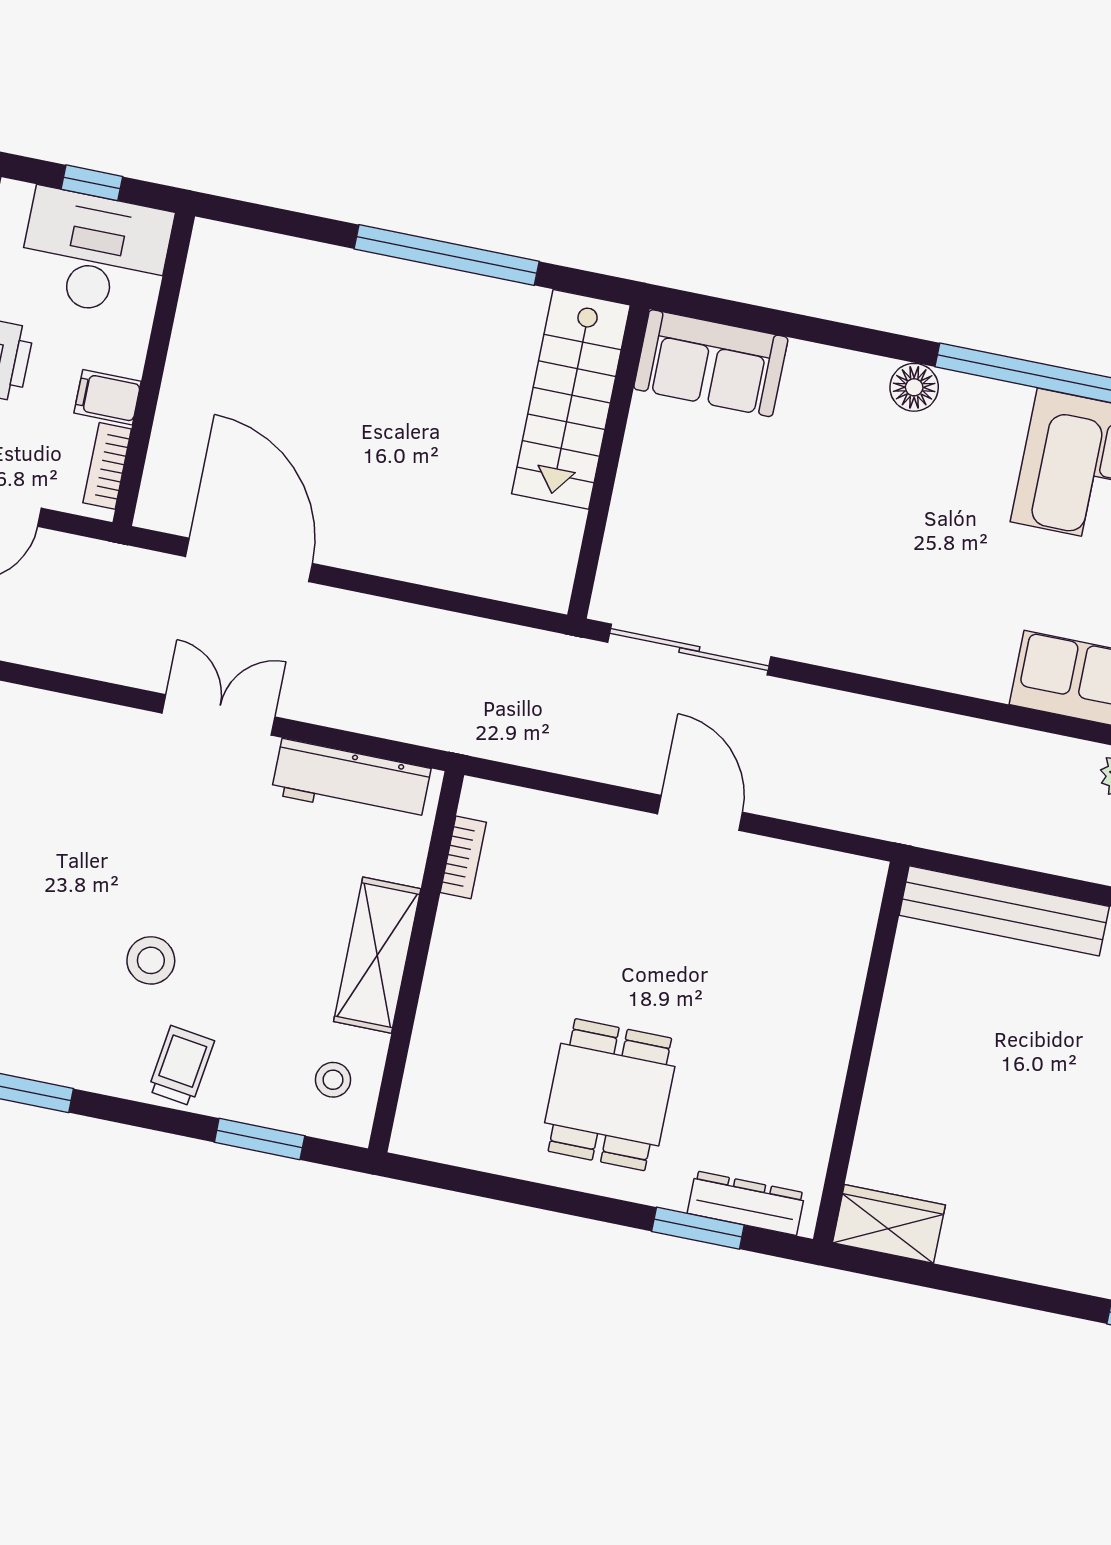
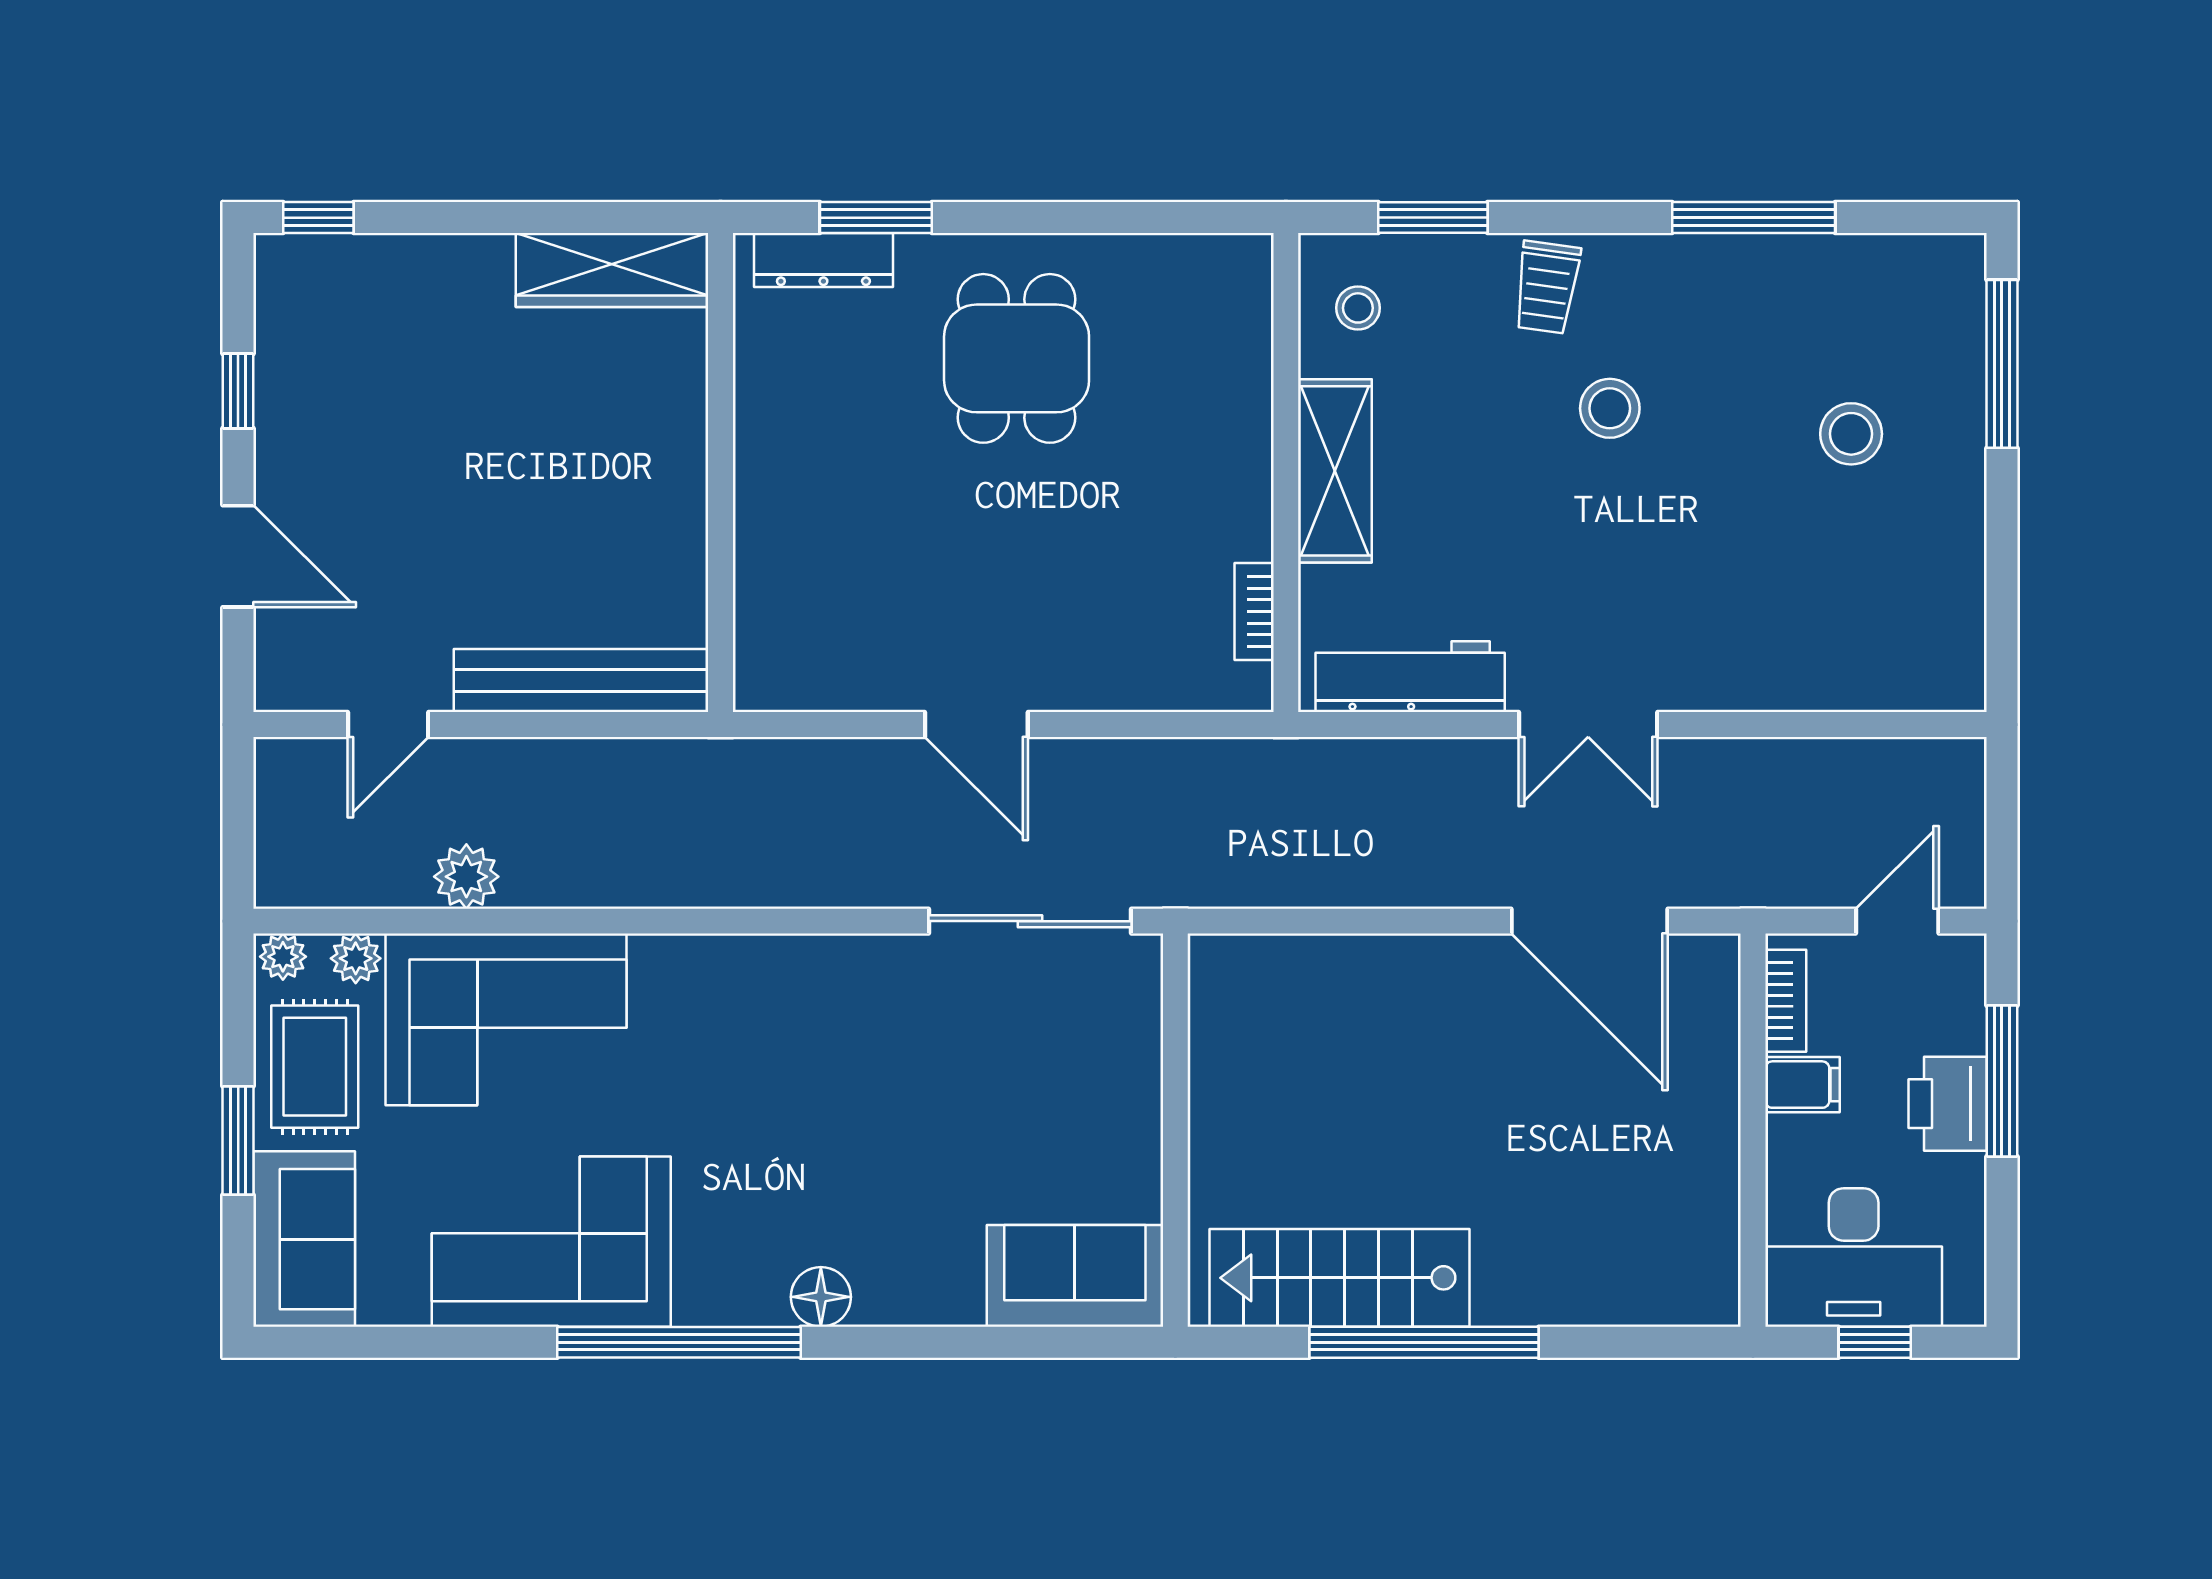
stairs: (571, 399) -> (1340, 1278), moved, turned -90
wardrobe: (889, 1224) -> (612, 270), width x1.50

